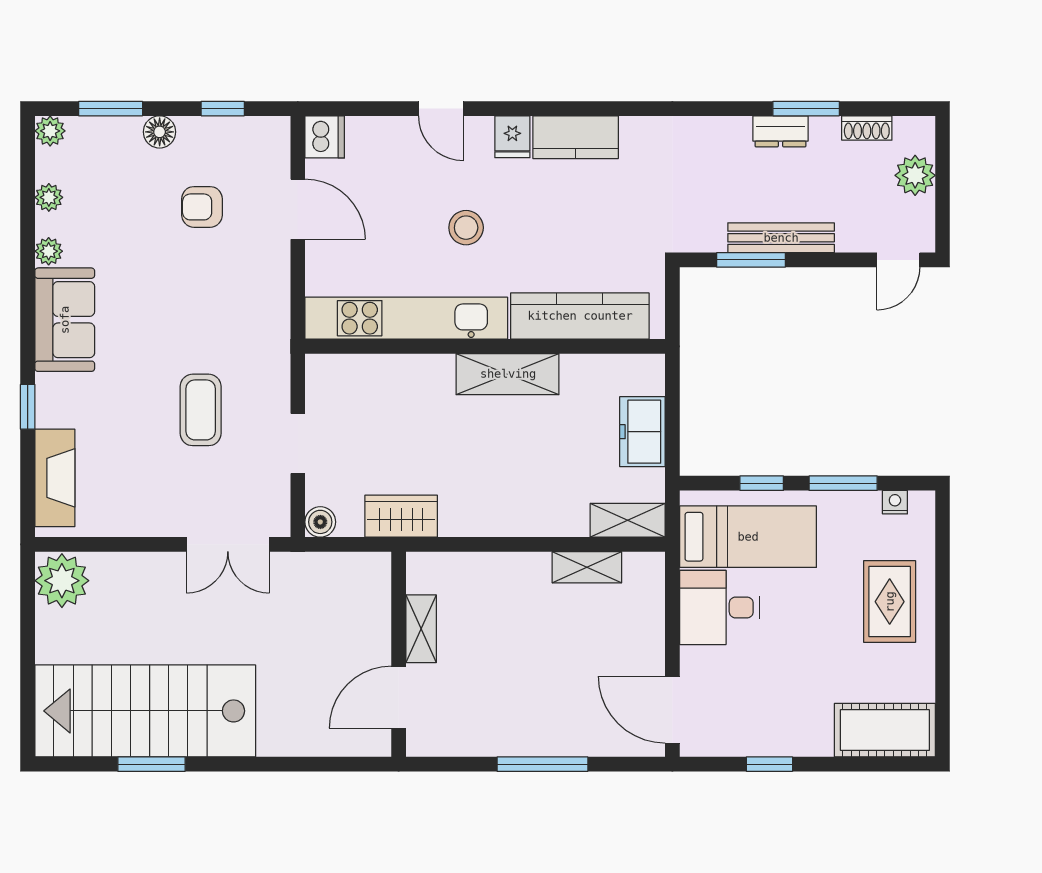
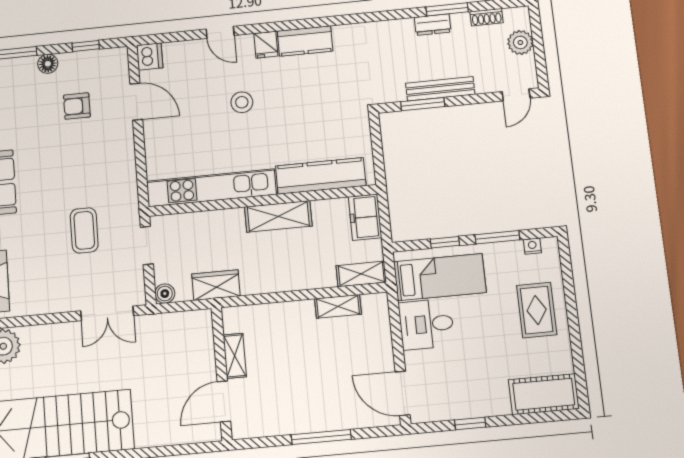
kitchen counter: (580, 316) -> (321, 176), moved
kitchen unit: (406, 318) -> (211, 188), moved
wall: (485, 346) -> (263, 200), moved
shelving: (508, 374) -> (278, 216), moved

